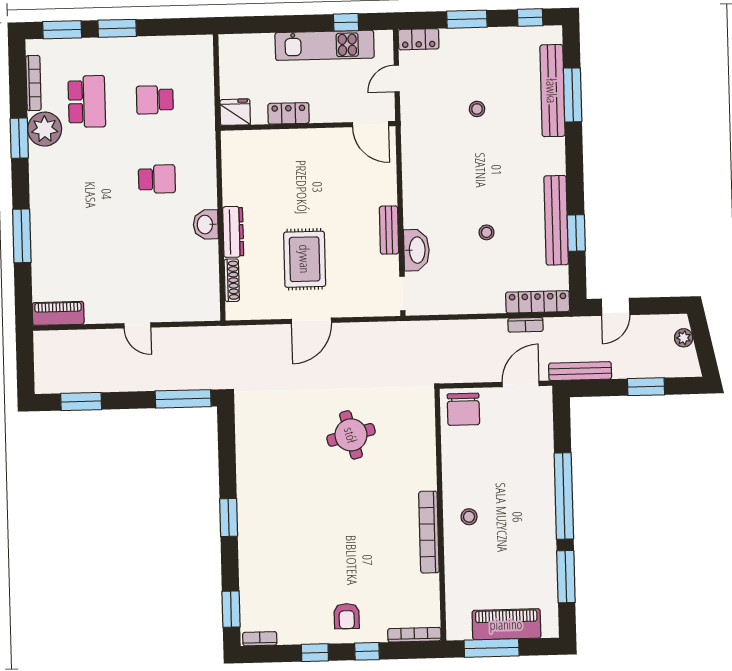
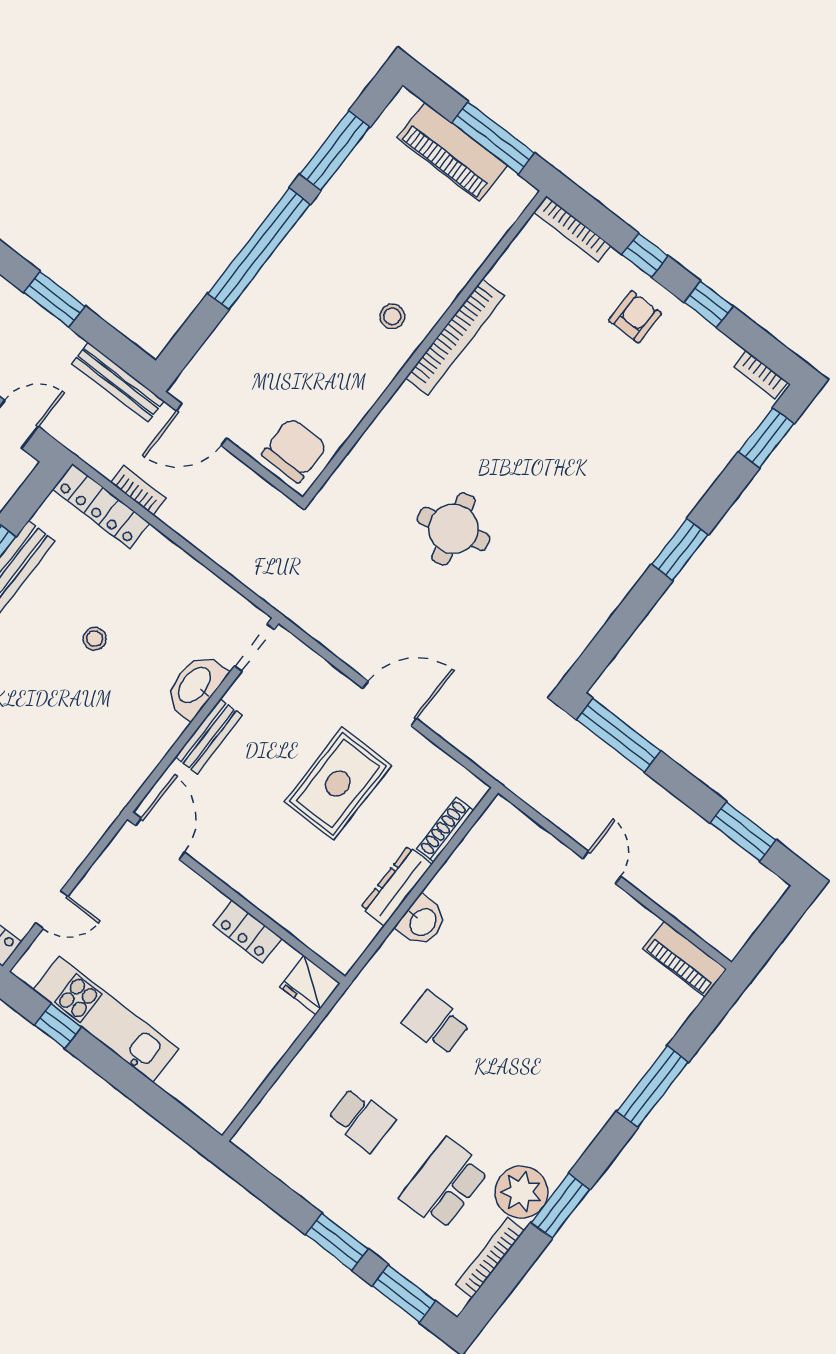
fridge: (235, 112) -> (310, 985), moved
locker: (289, 113) -> (247, 932), moved
door: (371, 124) -> (160, 839), moved
wall: (308, 126) -> (236, 898), moved

